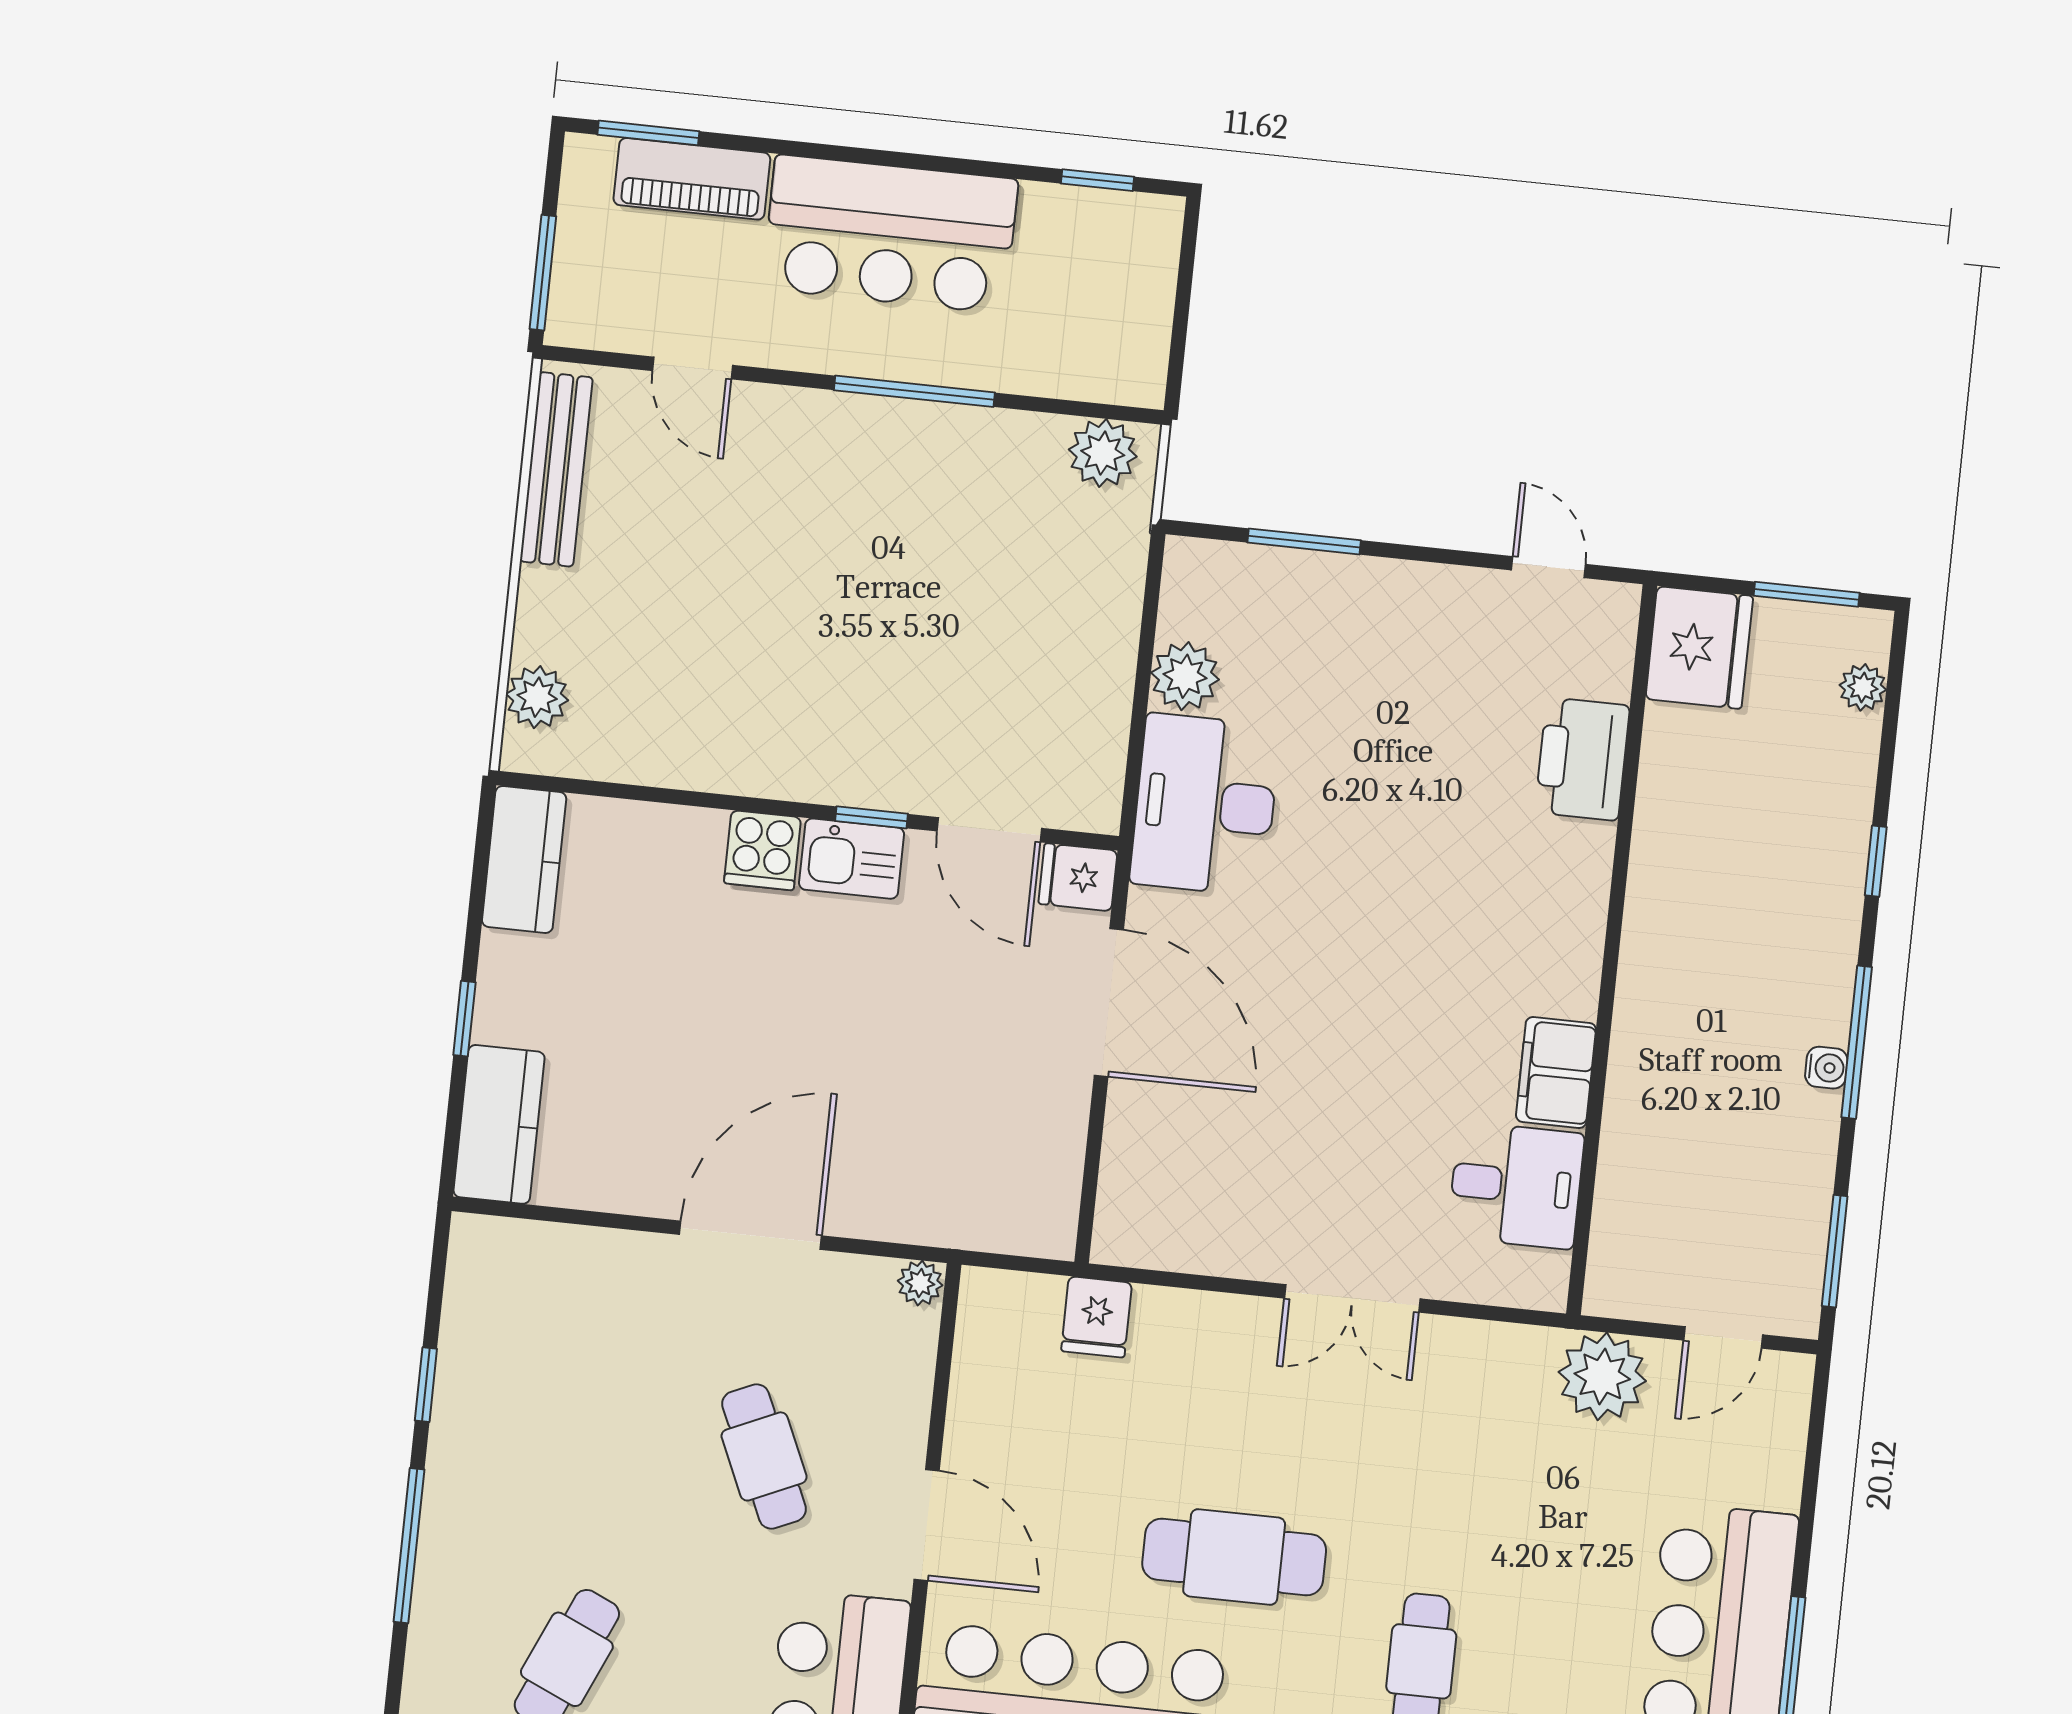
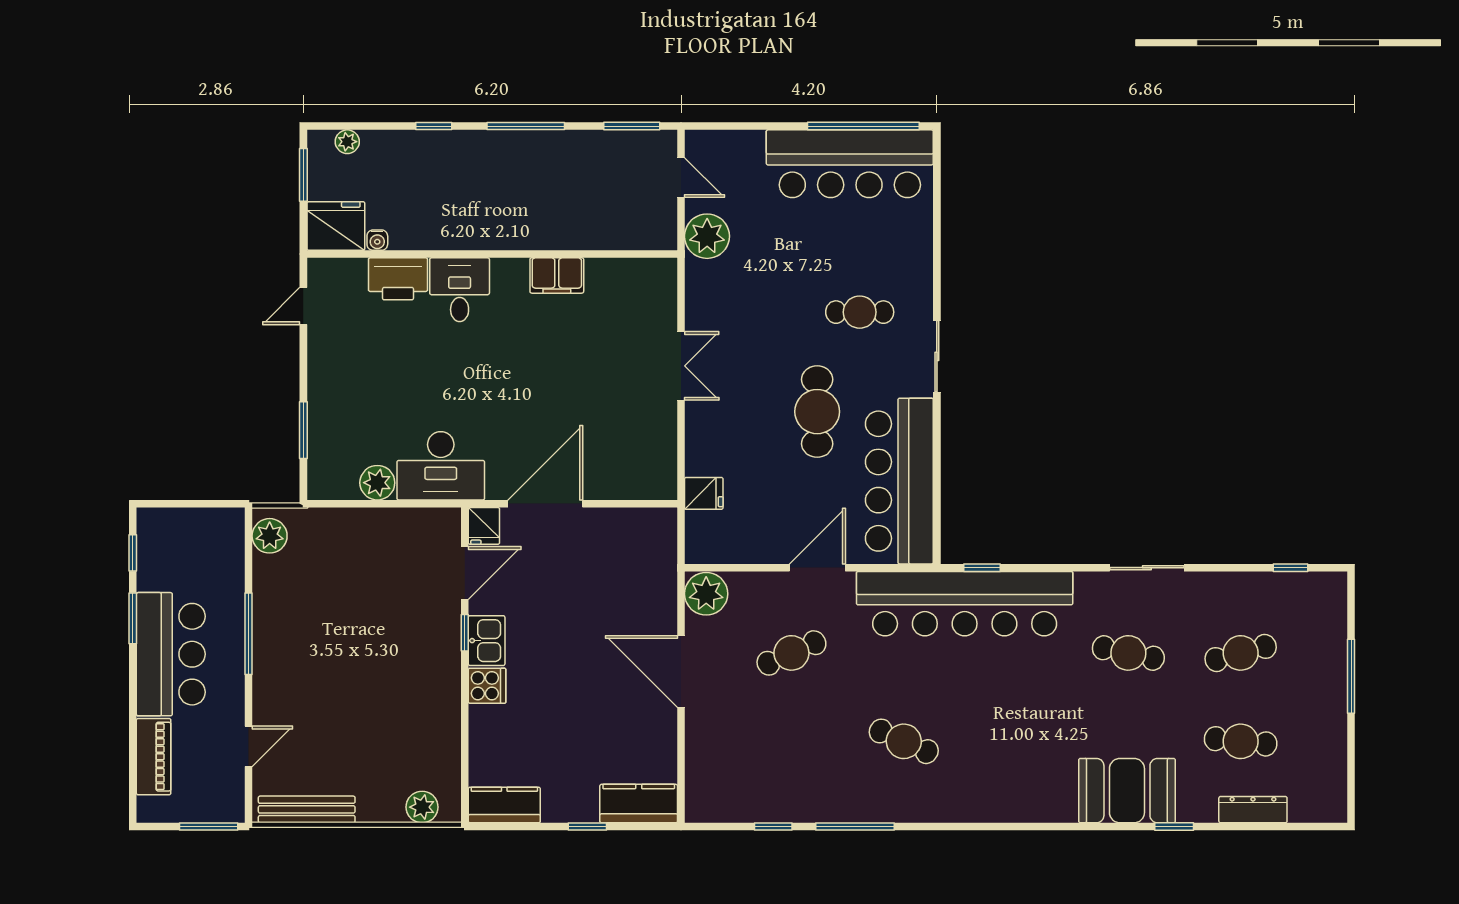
window: (648, 133) -> (133, 618), moved
water cooler: (1826, 1068) -> (377, 240), moved, turned 180
desk: (1516, 1185) -> (460, 290), moved
plant: (920, 1283) -> (706, 594), width x1.88, depth x1.88

